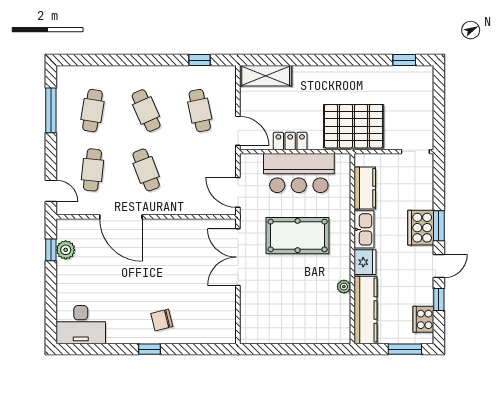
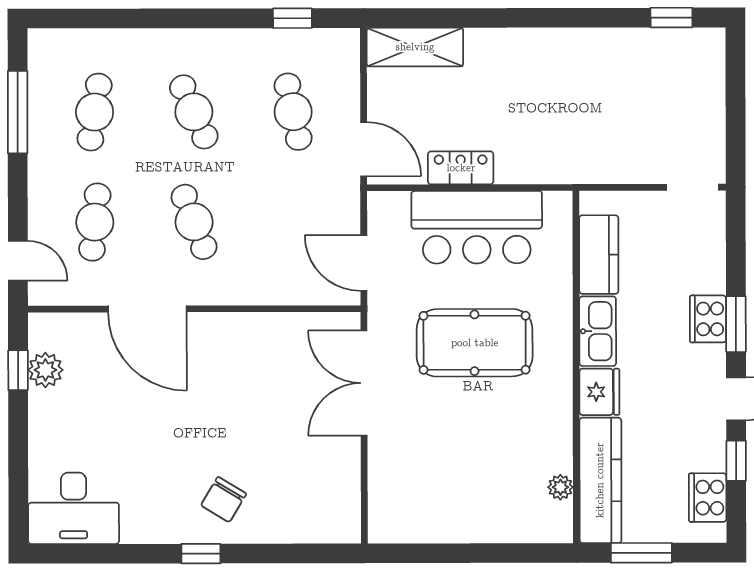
pallet: (354, 126) -> (578, 140), removed
cooker: (421, 228) -> (708, 319), width x0.73, depth x0.76
plant: (344, 287) -> (560, 487), moved
chair: (162, 320) -> (224, 499), turned -45
window: (405, 349) -> (641, 553), moved

